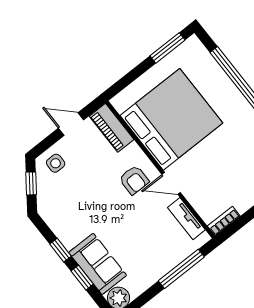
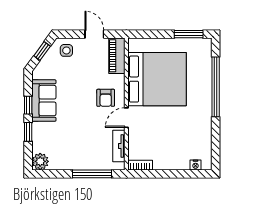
door: (171, 183) -> (126, 118), hinge flipped
sofa: (98, 264) -> (44, 101), moved

